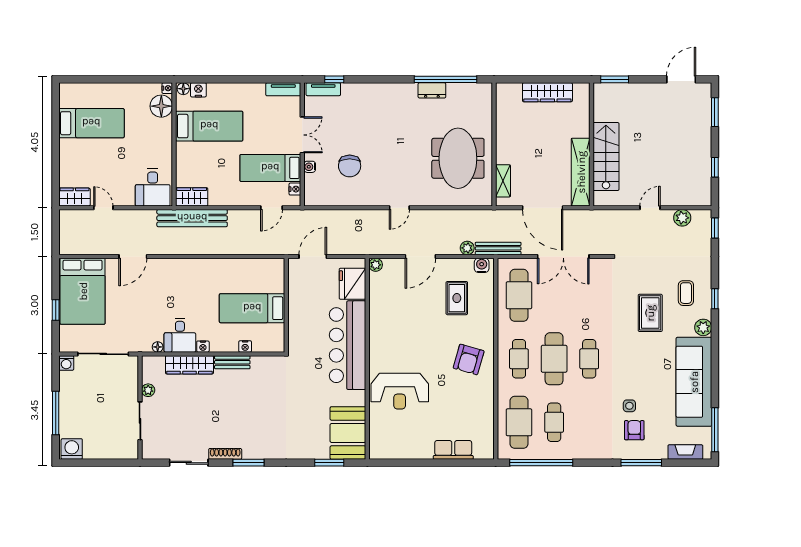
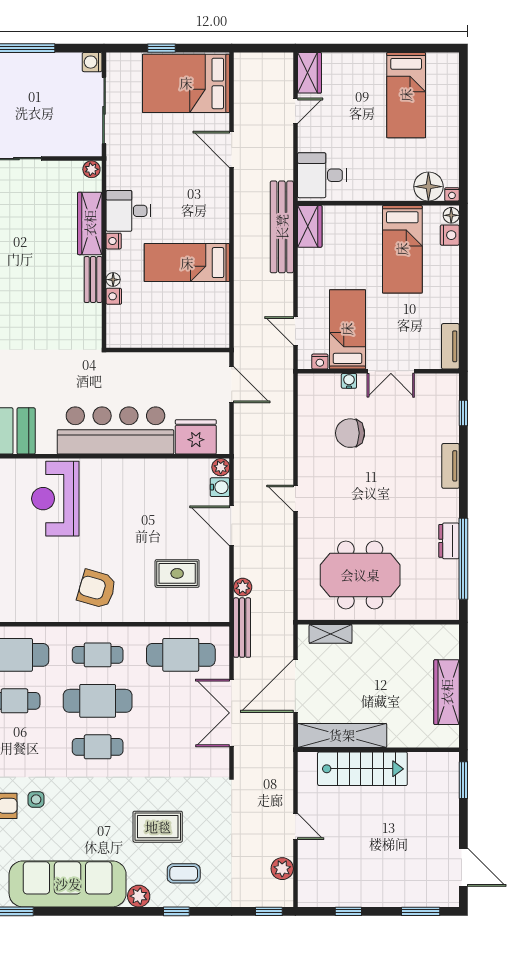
tv unit: (323, 89) -> (451, 466), moved
water cooler: (482, 265) -> (220, 487), moved
bed: (252, 308) -> (187, 263), moved, turned -90
floor lamp: (158, 347) -> (113, 280), moved
plant: (148, 390) -> (91, 169), moved

